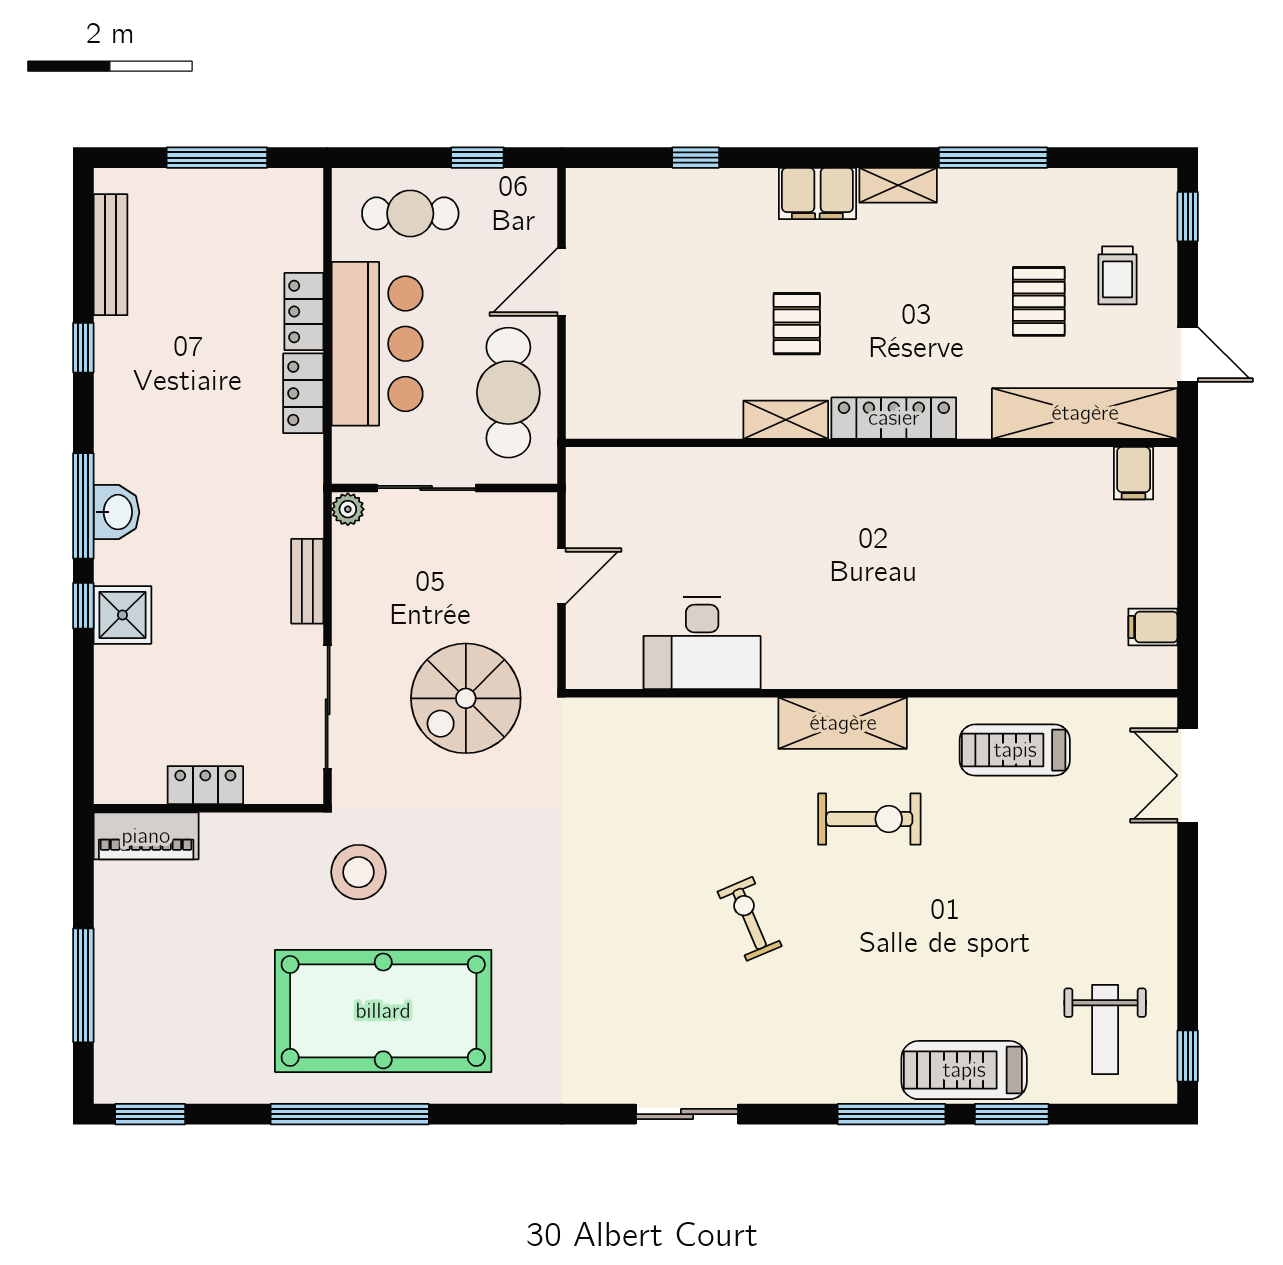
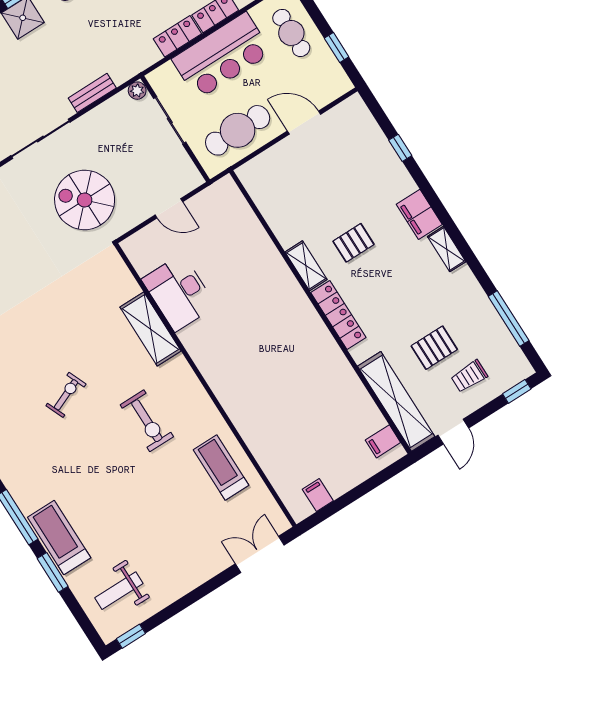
window: (993, 158) -> (509, 318), moved
shelving: (843, 723) -> (150, 329), moved

